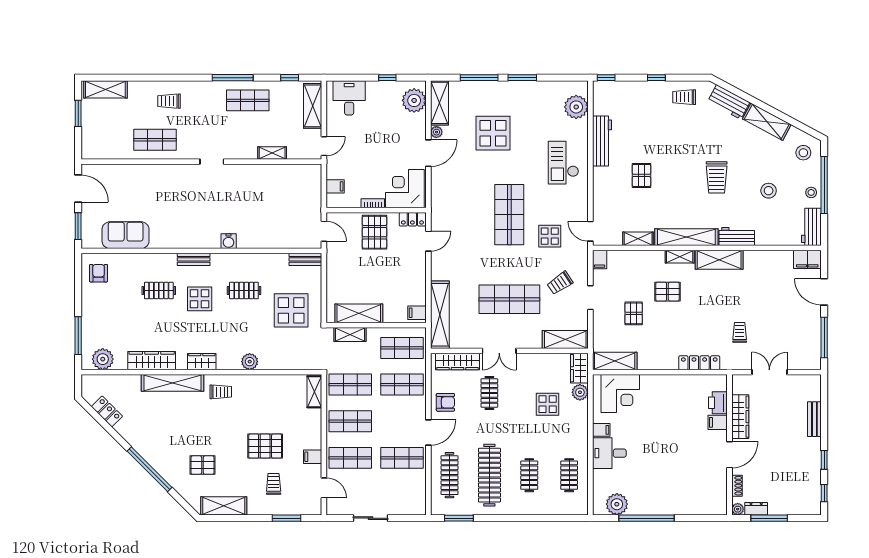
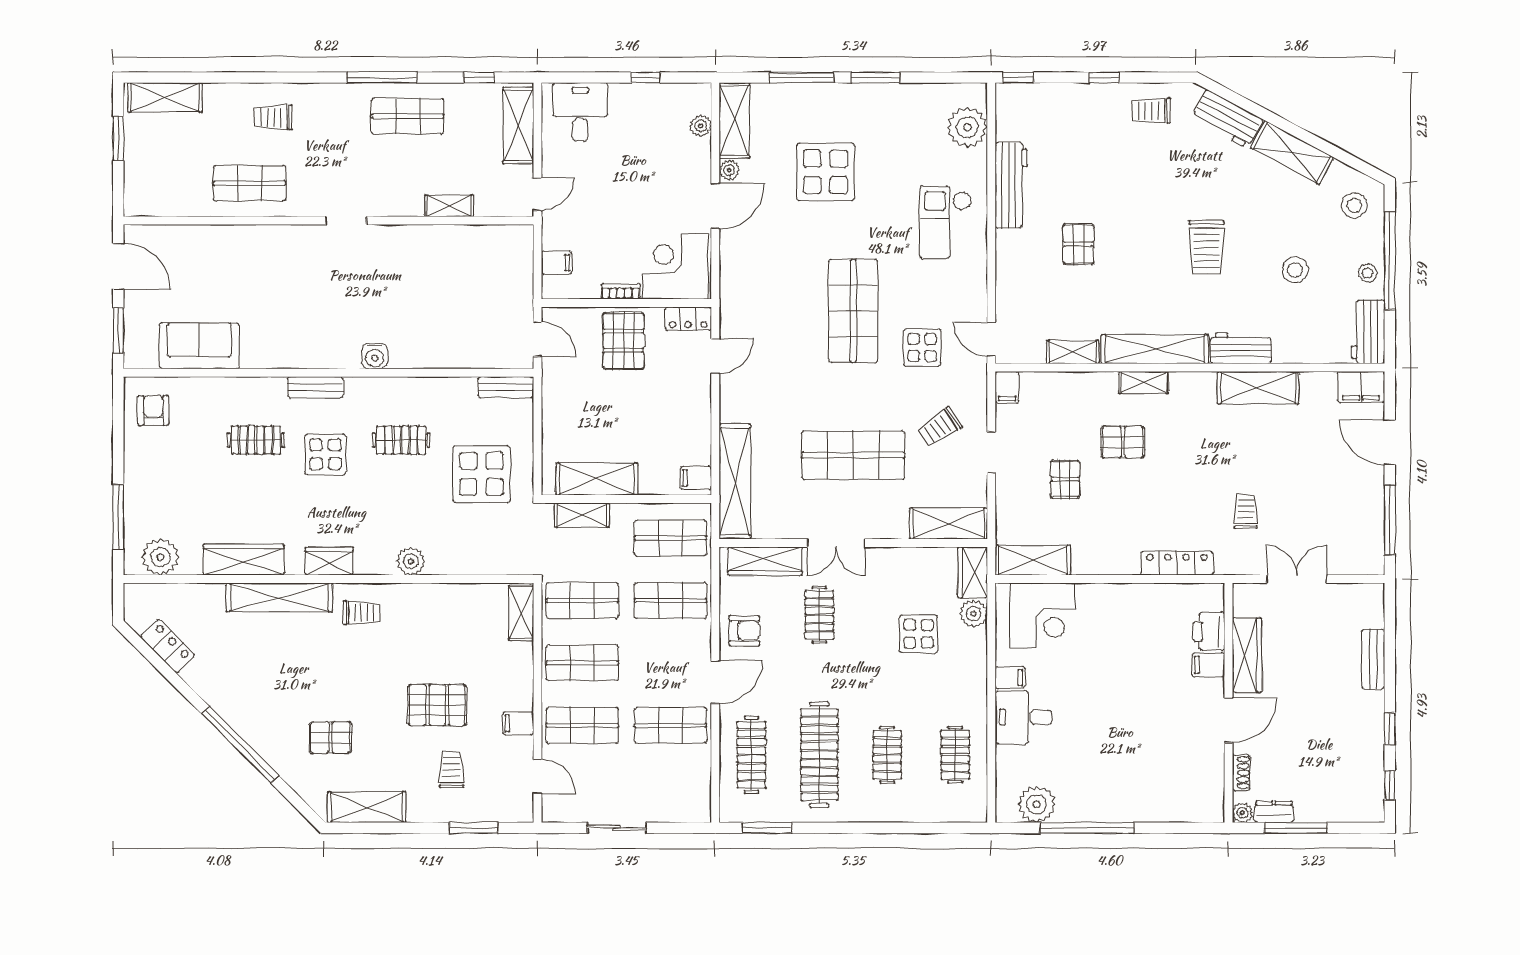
plant: (414, 100) -> (701, 126), width x0.53, depth x0.53
shelving: (719, 260) -> (1258, 388), moved

